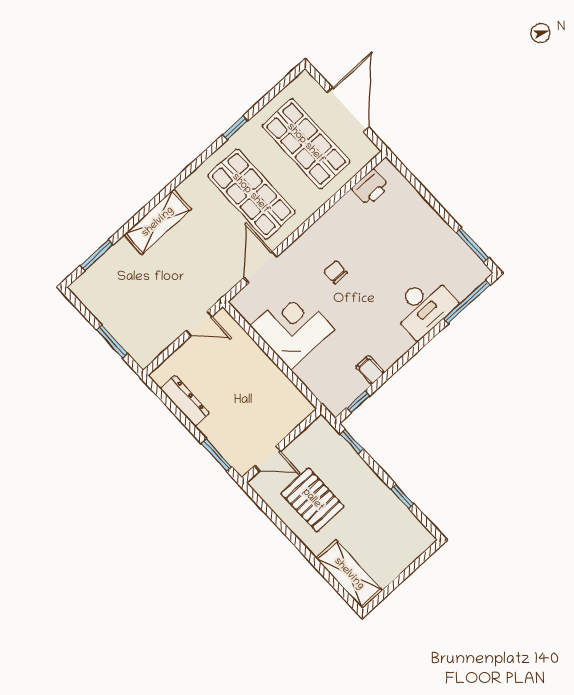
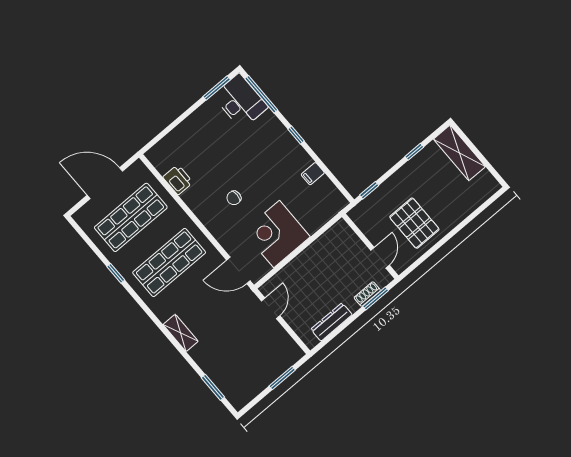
printer: (371, 187) -> (178, 180), moved
shelving: (158, 222) -> (181, 333), width x0.67, depth x0.75
door: (260, 267) -> (238, 270), moved
desk: (424, 307) -> (240, 101), moved
window: (358, 402) -> (296, 135), moved
shoe rack: (221, 444) -> (367, 294), added
pallet: (313, 500) -> (414, 223), turned 90
shelving: (349, 574) -> (459, 153), moved, turned 90

